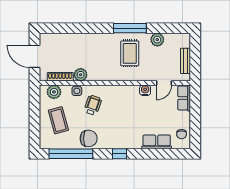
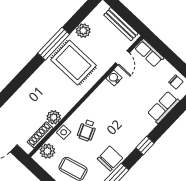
rug: (130, 53) -> (73, 63), width x1.36, depth x1.43
bench: (185, 61) -> (121, 24), width x1.36
wheelchair: (93, 105) -> (87, 130), turned -132

